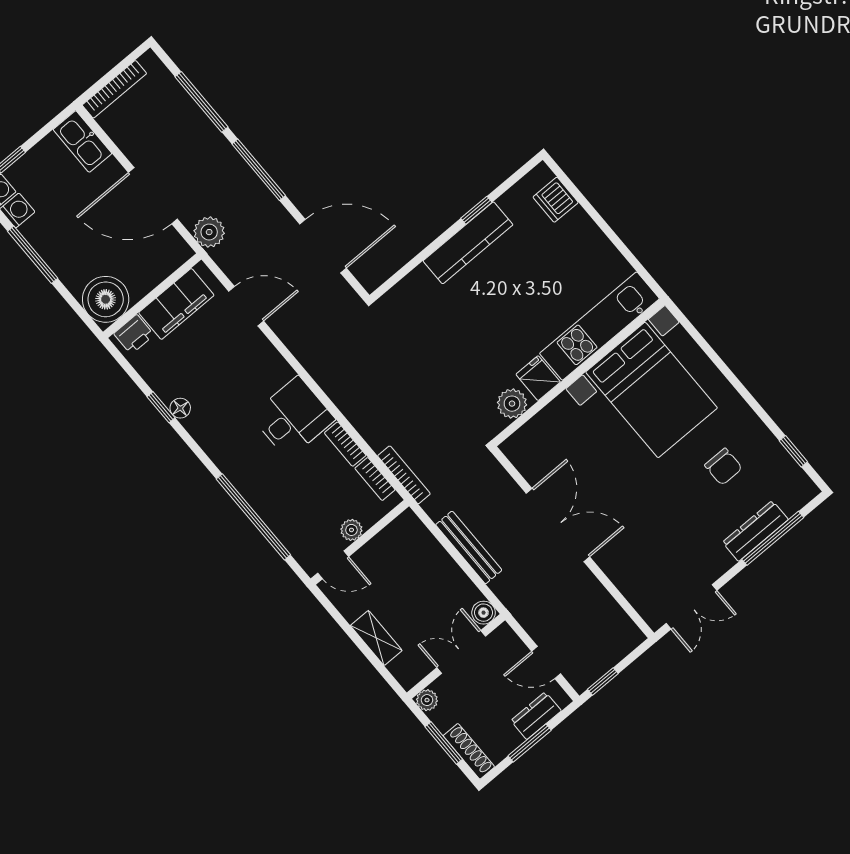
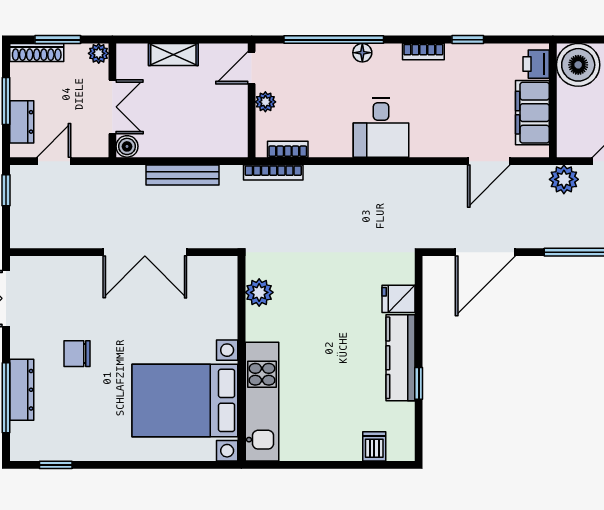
dishwasher: (556, 200) -> (374, 446), width x0.73
fridge: (538, 378) -> (398, 299), moved, turned 180
floor lamp: (180, 408) -> (362, 53), moved
bookcase: (345, 444) -> (423, 52), moved, turned 180
chair: (723, 467) -> (77, 354), moved

